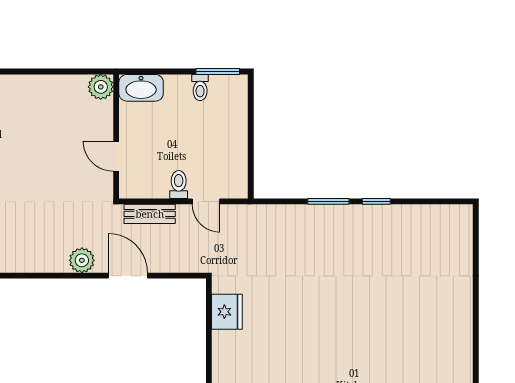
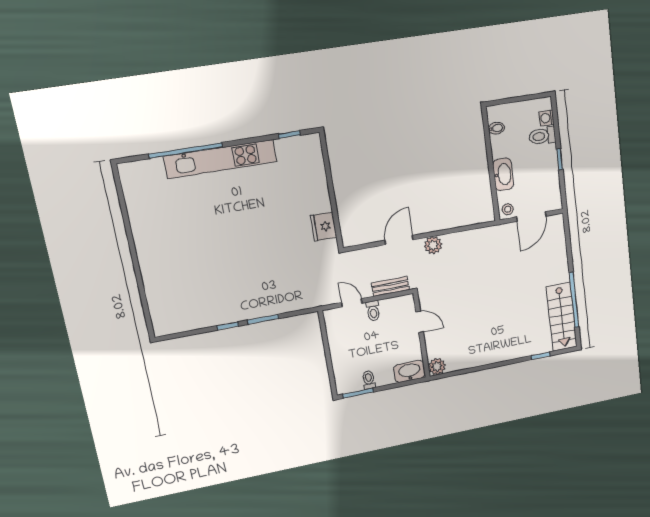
door: (128, 276) -> (399, 240), swing flipped

